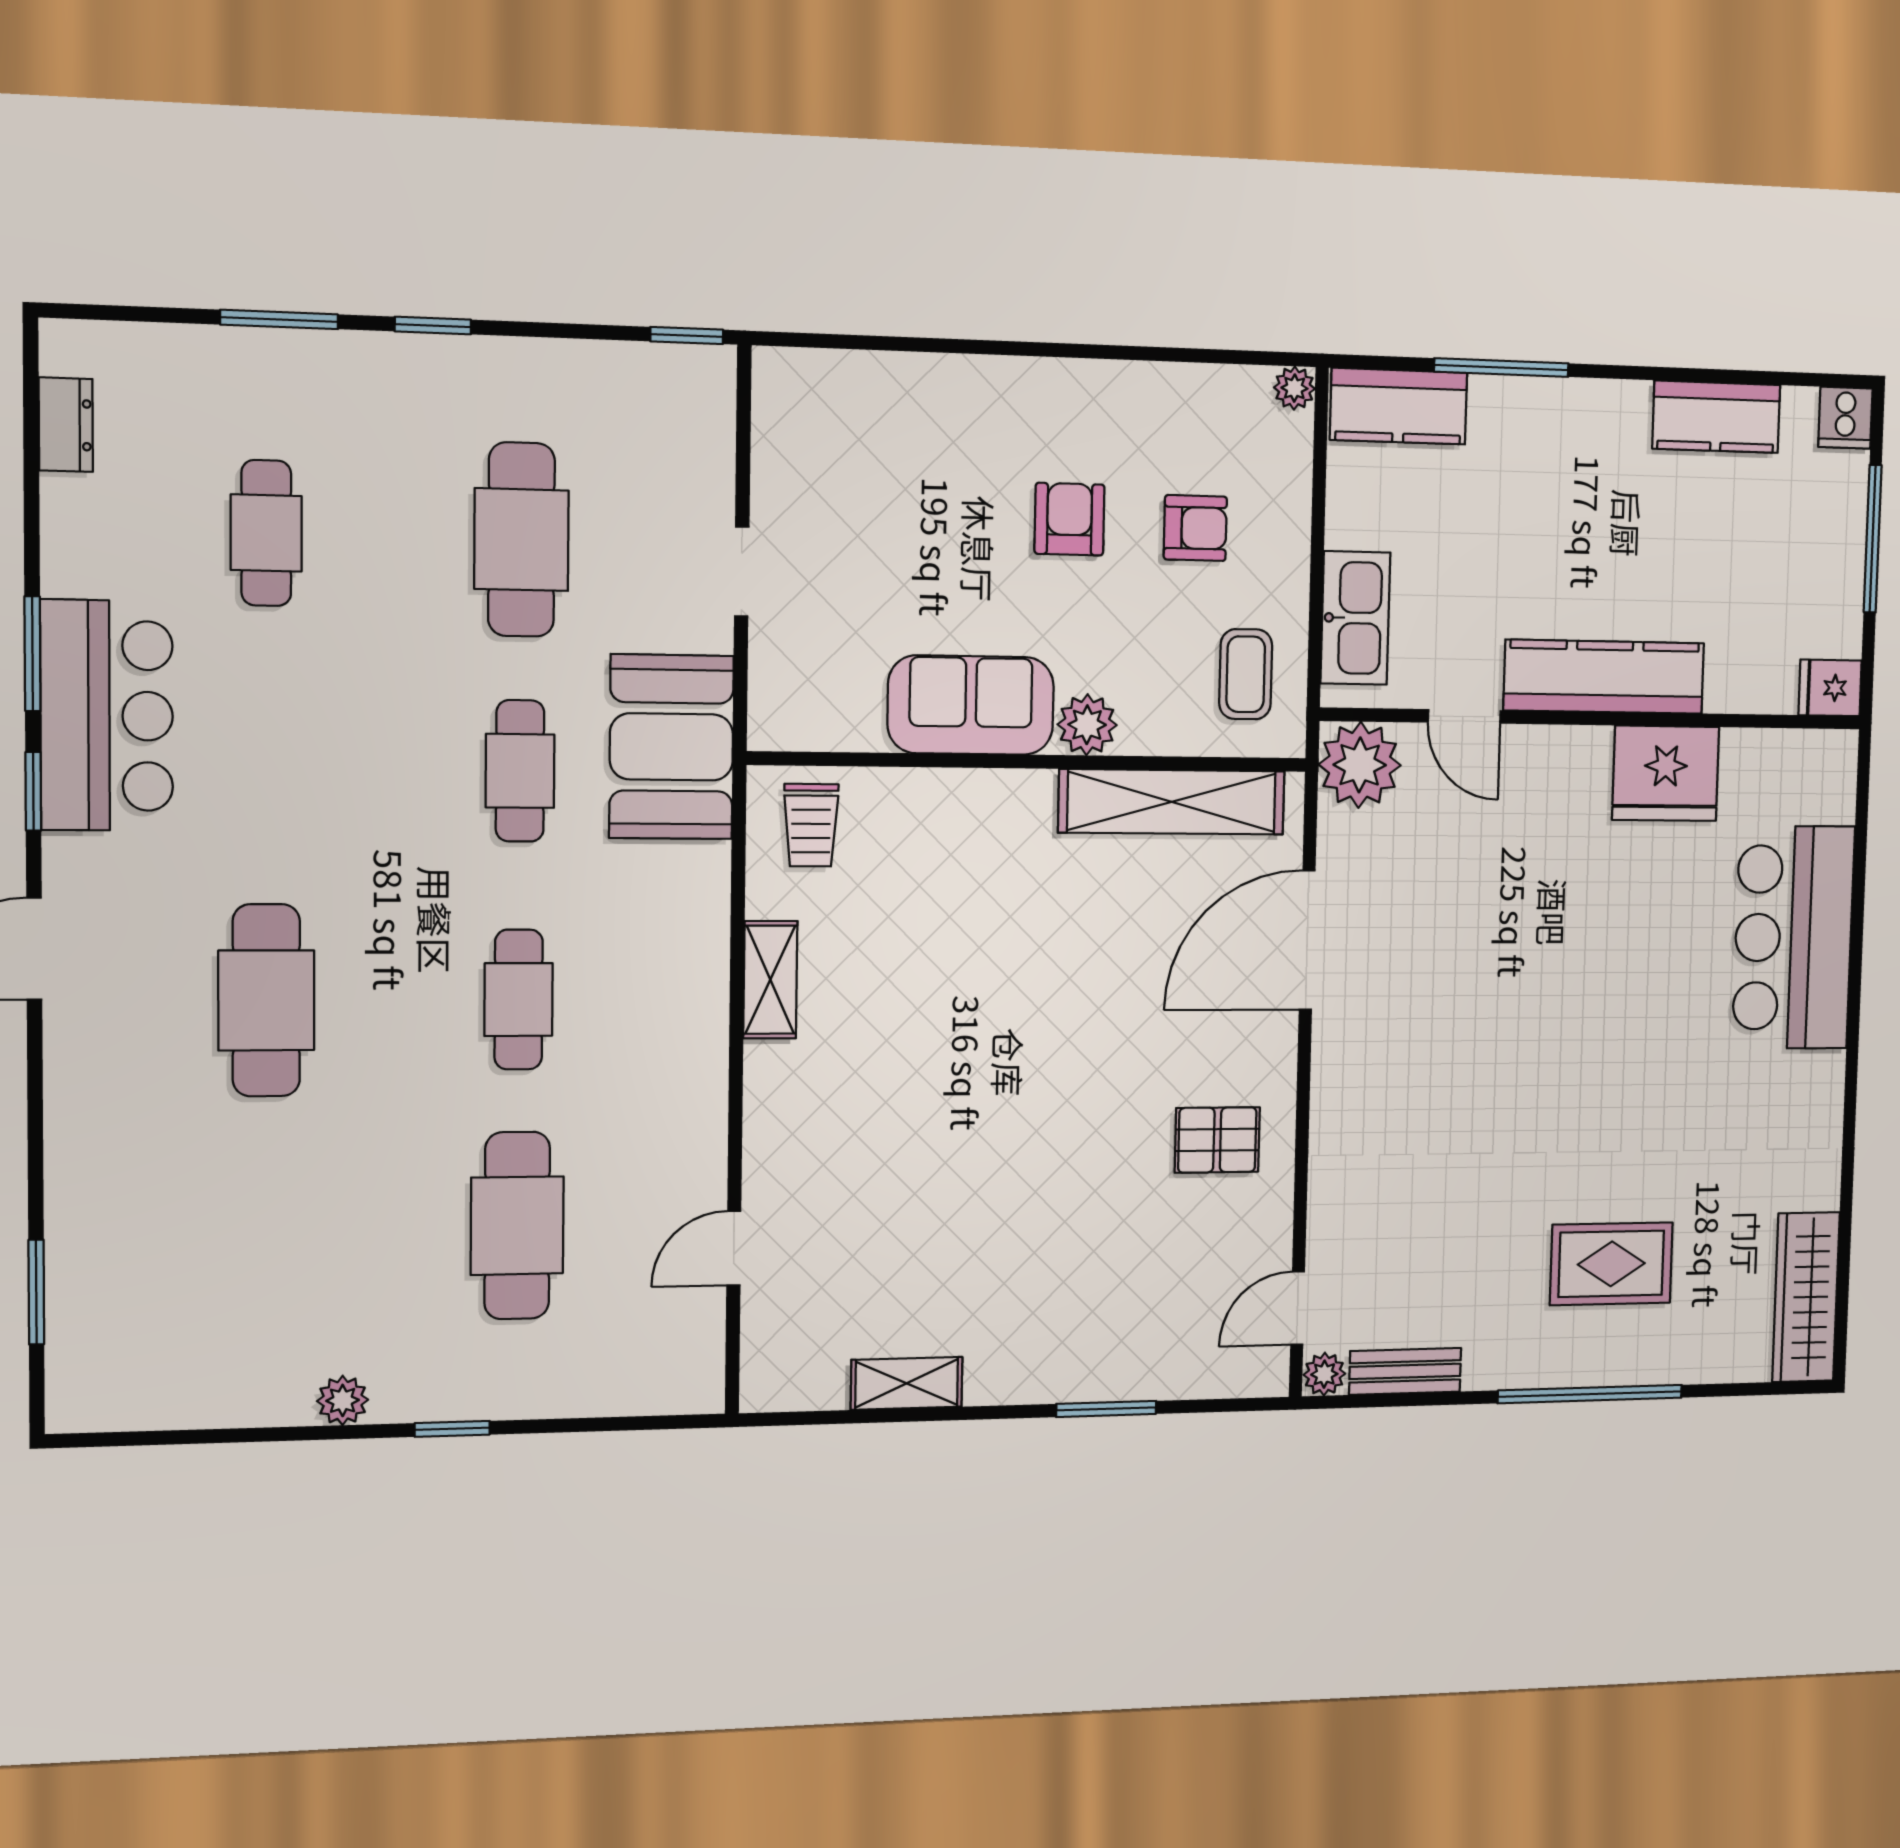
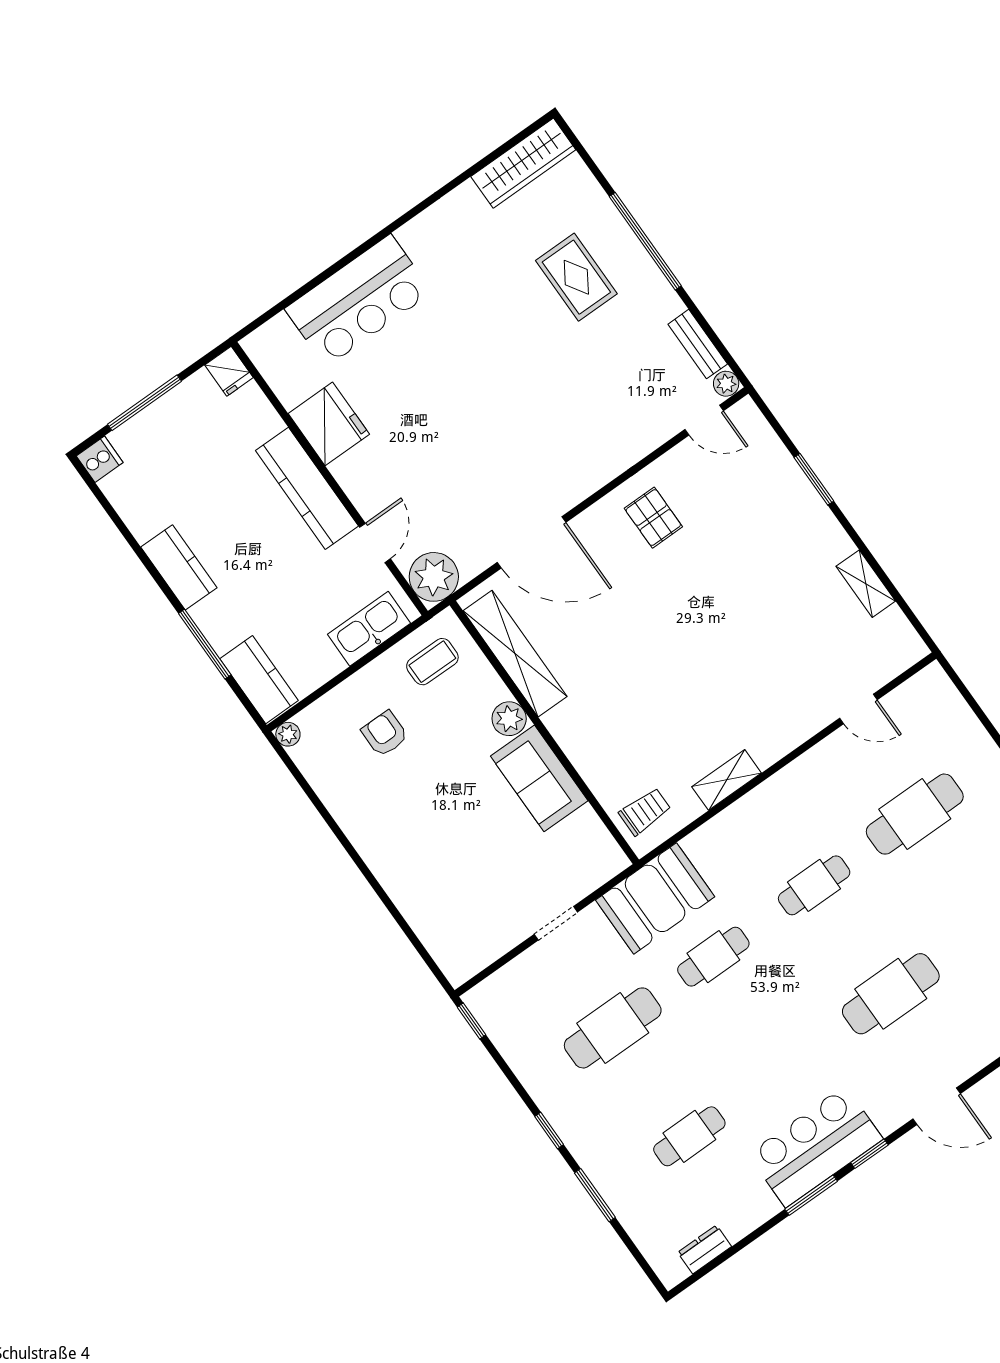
kitchen counter: (1716, 417) -> (179, 567), moved
armchair: (1069, 519) -> (424, 794), removed

